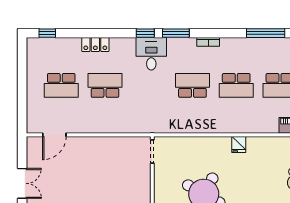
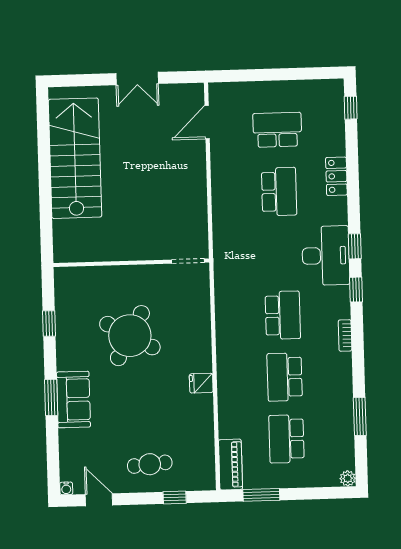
window: (176, 33) -> (356, 290), width x0.67
window: (266, 33) -> (360, 416), width x0.69
desk: (151, 54) -> (326, 256), width x1.37
school desk: (61, 85) -> (277, 130), turned 90
door: (54, 135) -> (207, 122), hinge flipped

